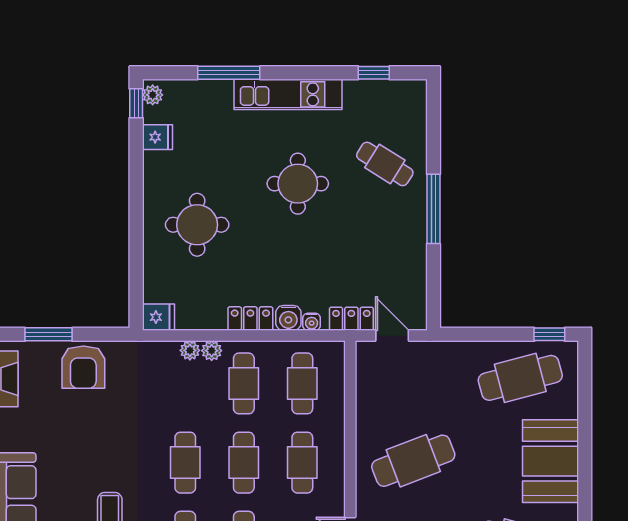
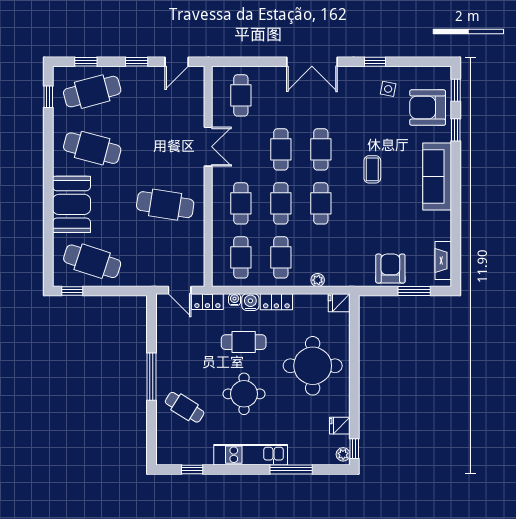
round table: (197, 225) -> (313, 366), width x1.36, depth x1.36
cafe table: (298, 259) -> (244, 342), added
plant: (212, 351) -> (303, 280), removed
cafe table: (520, 378) -> (92, 261), turned 33
cafe table: (413, 461) -> (165, 205), turned 30

